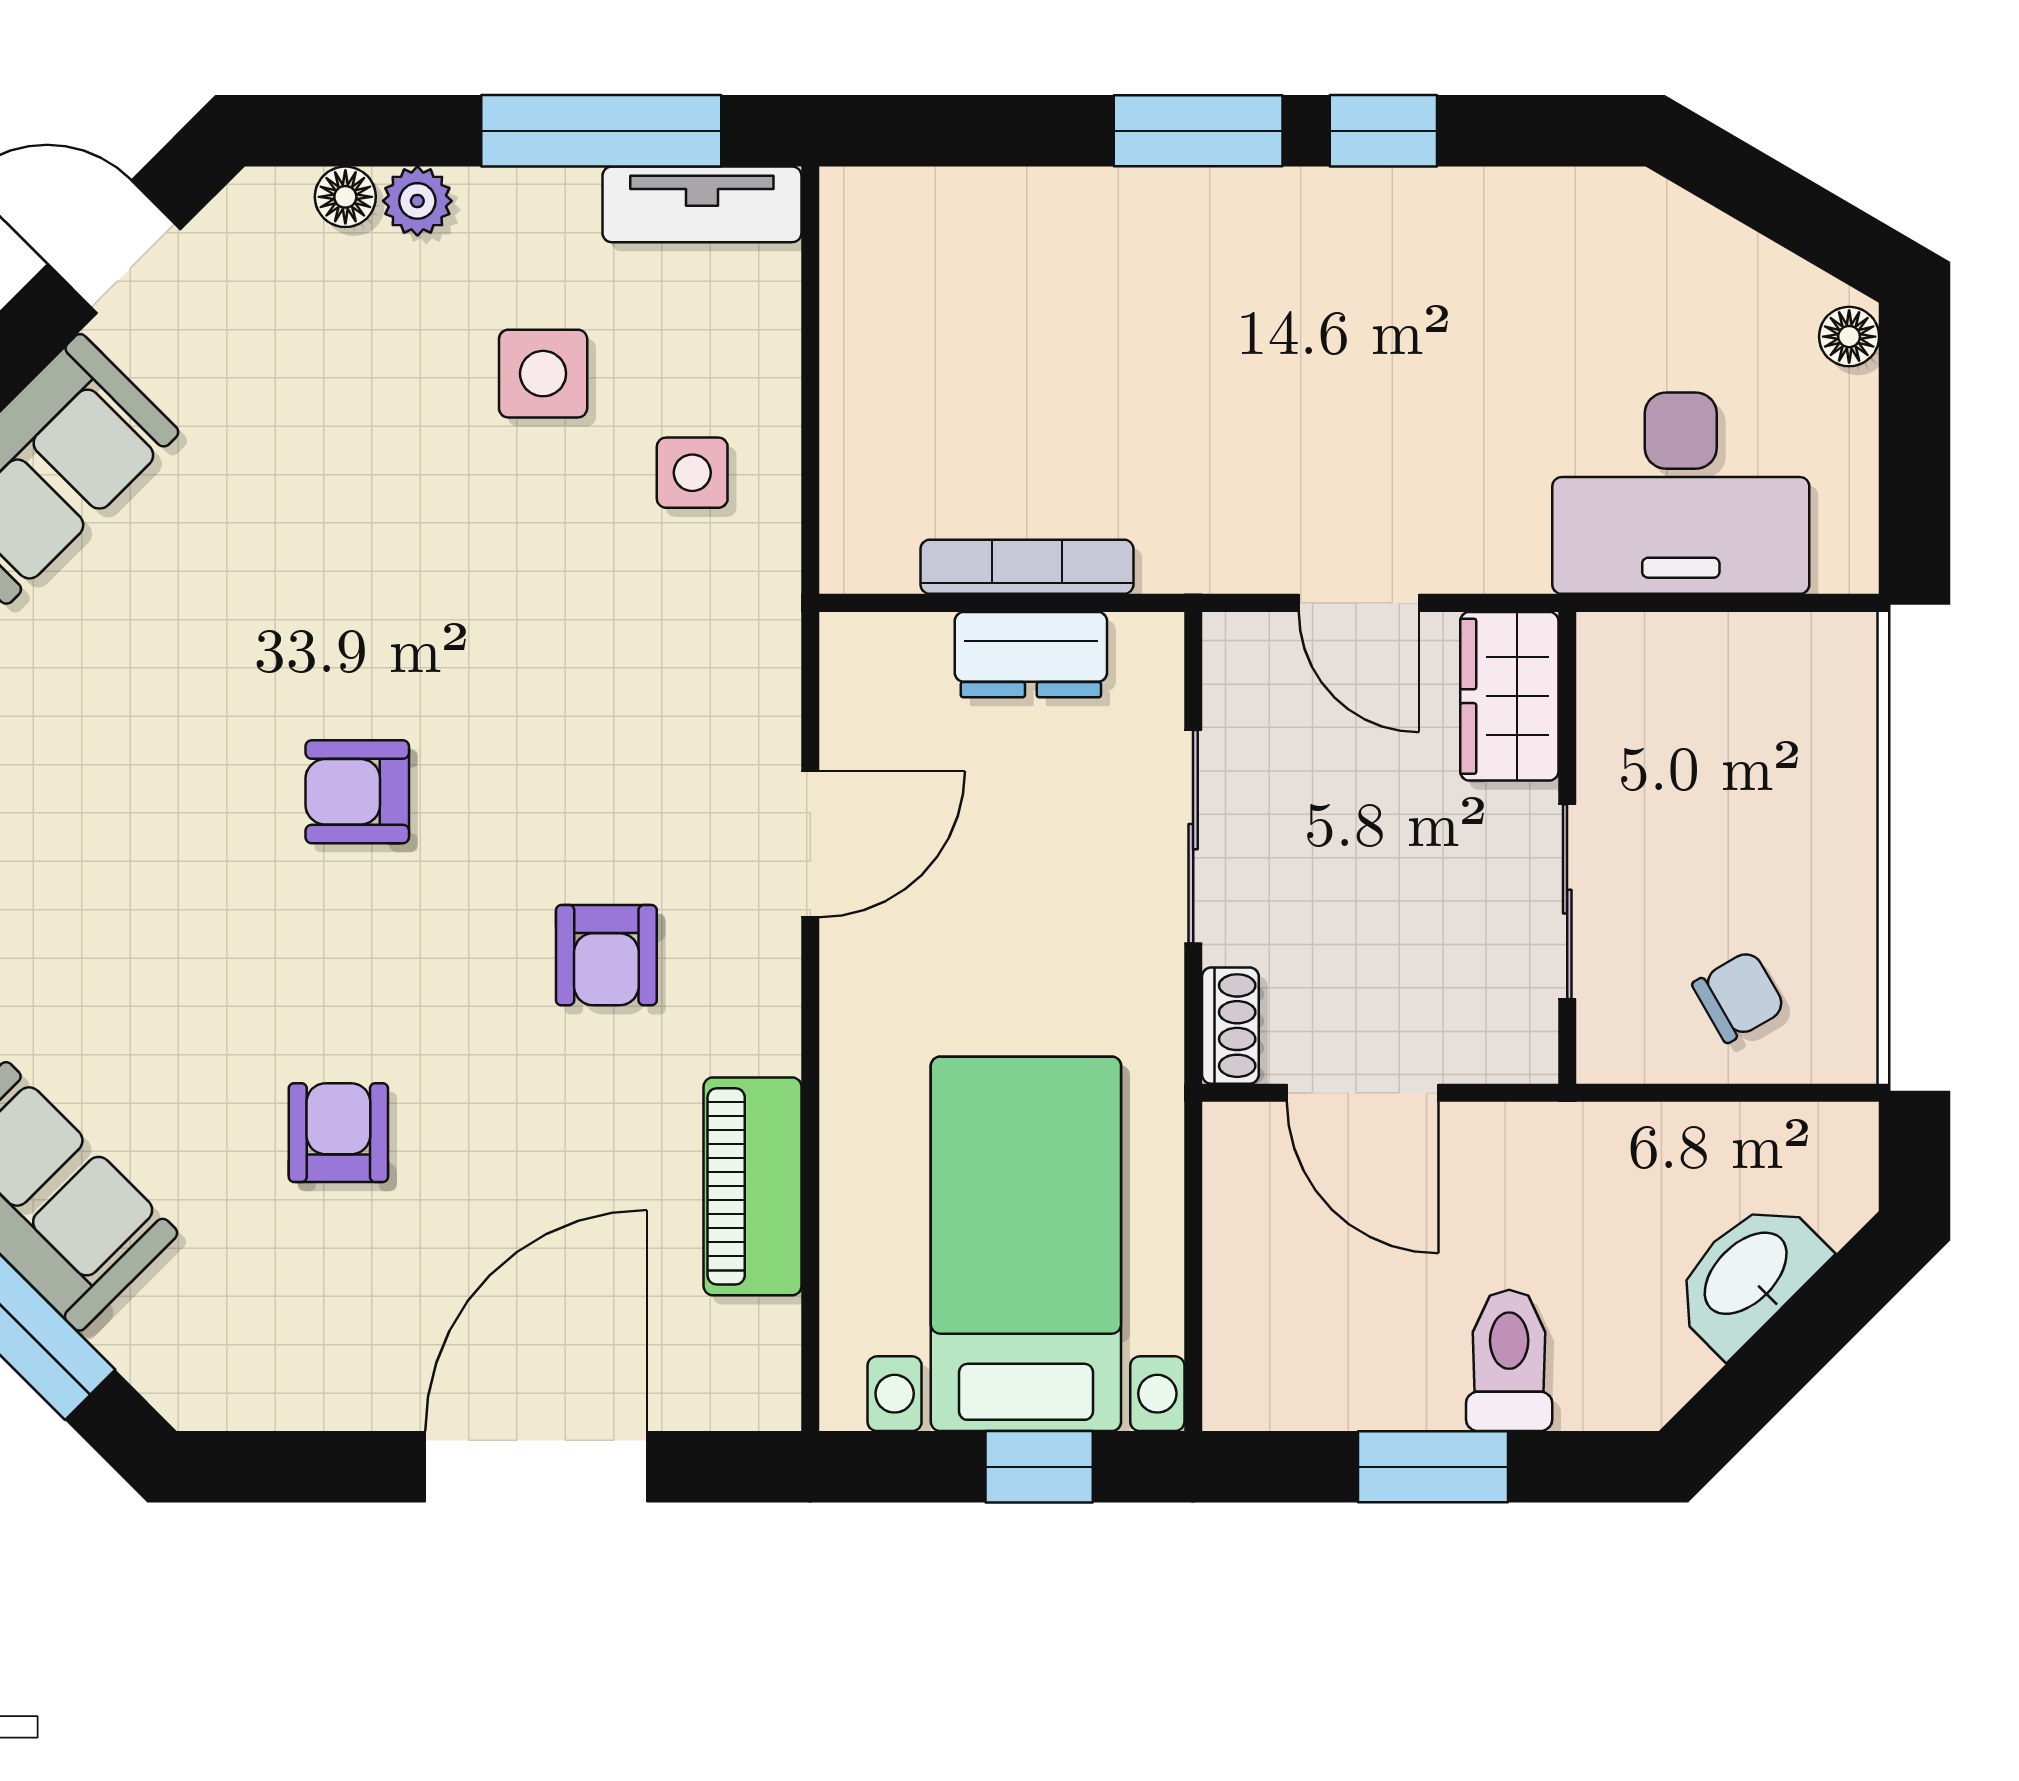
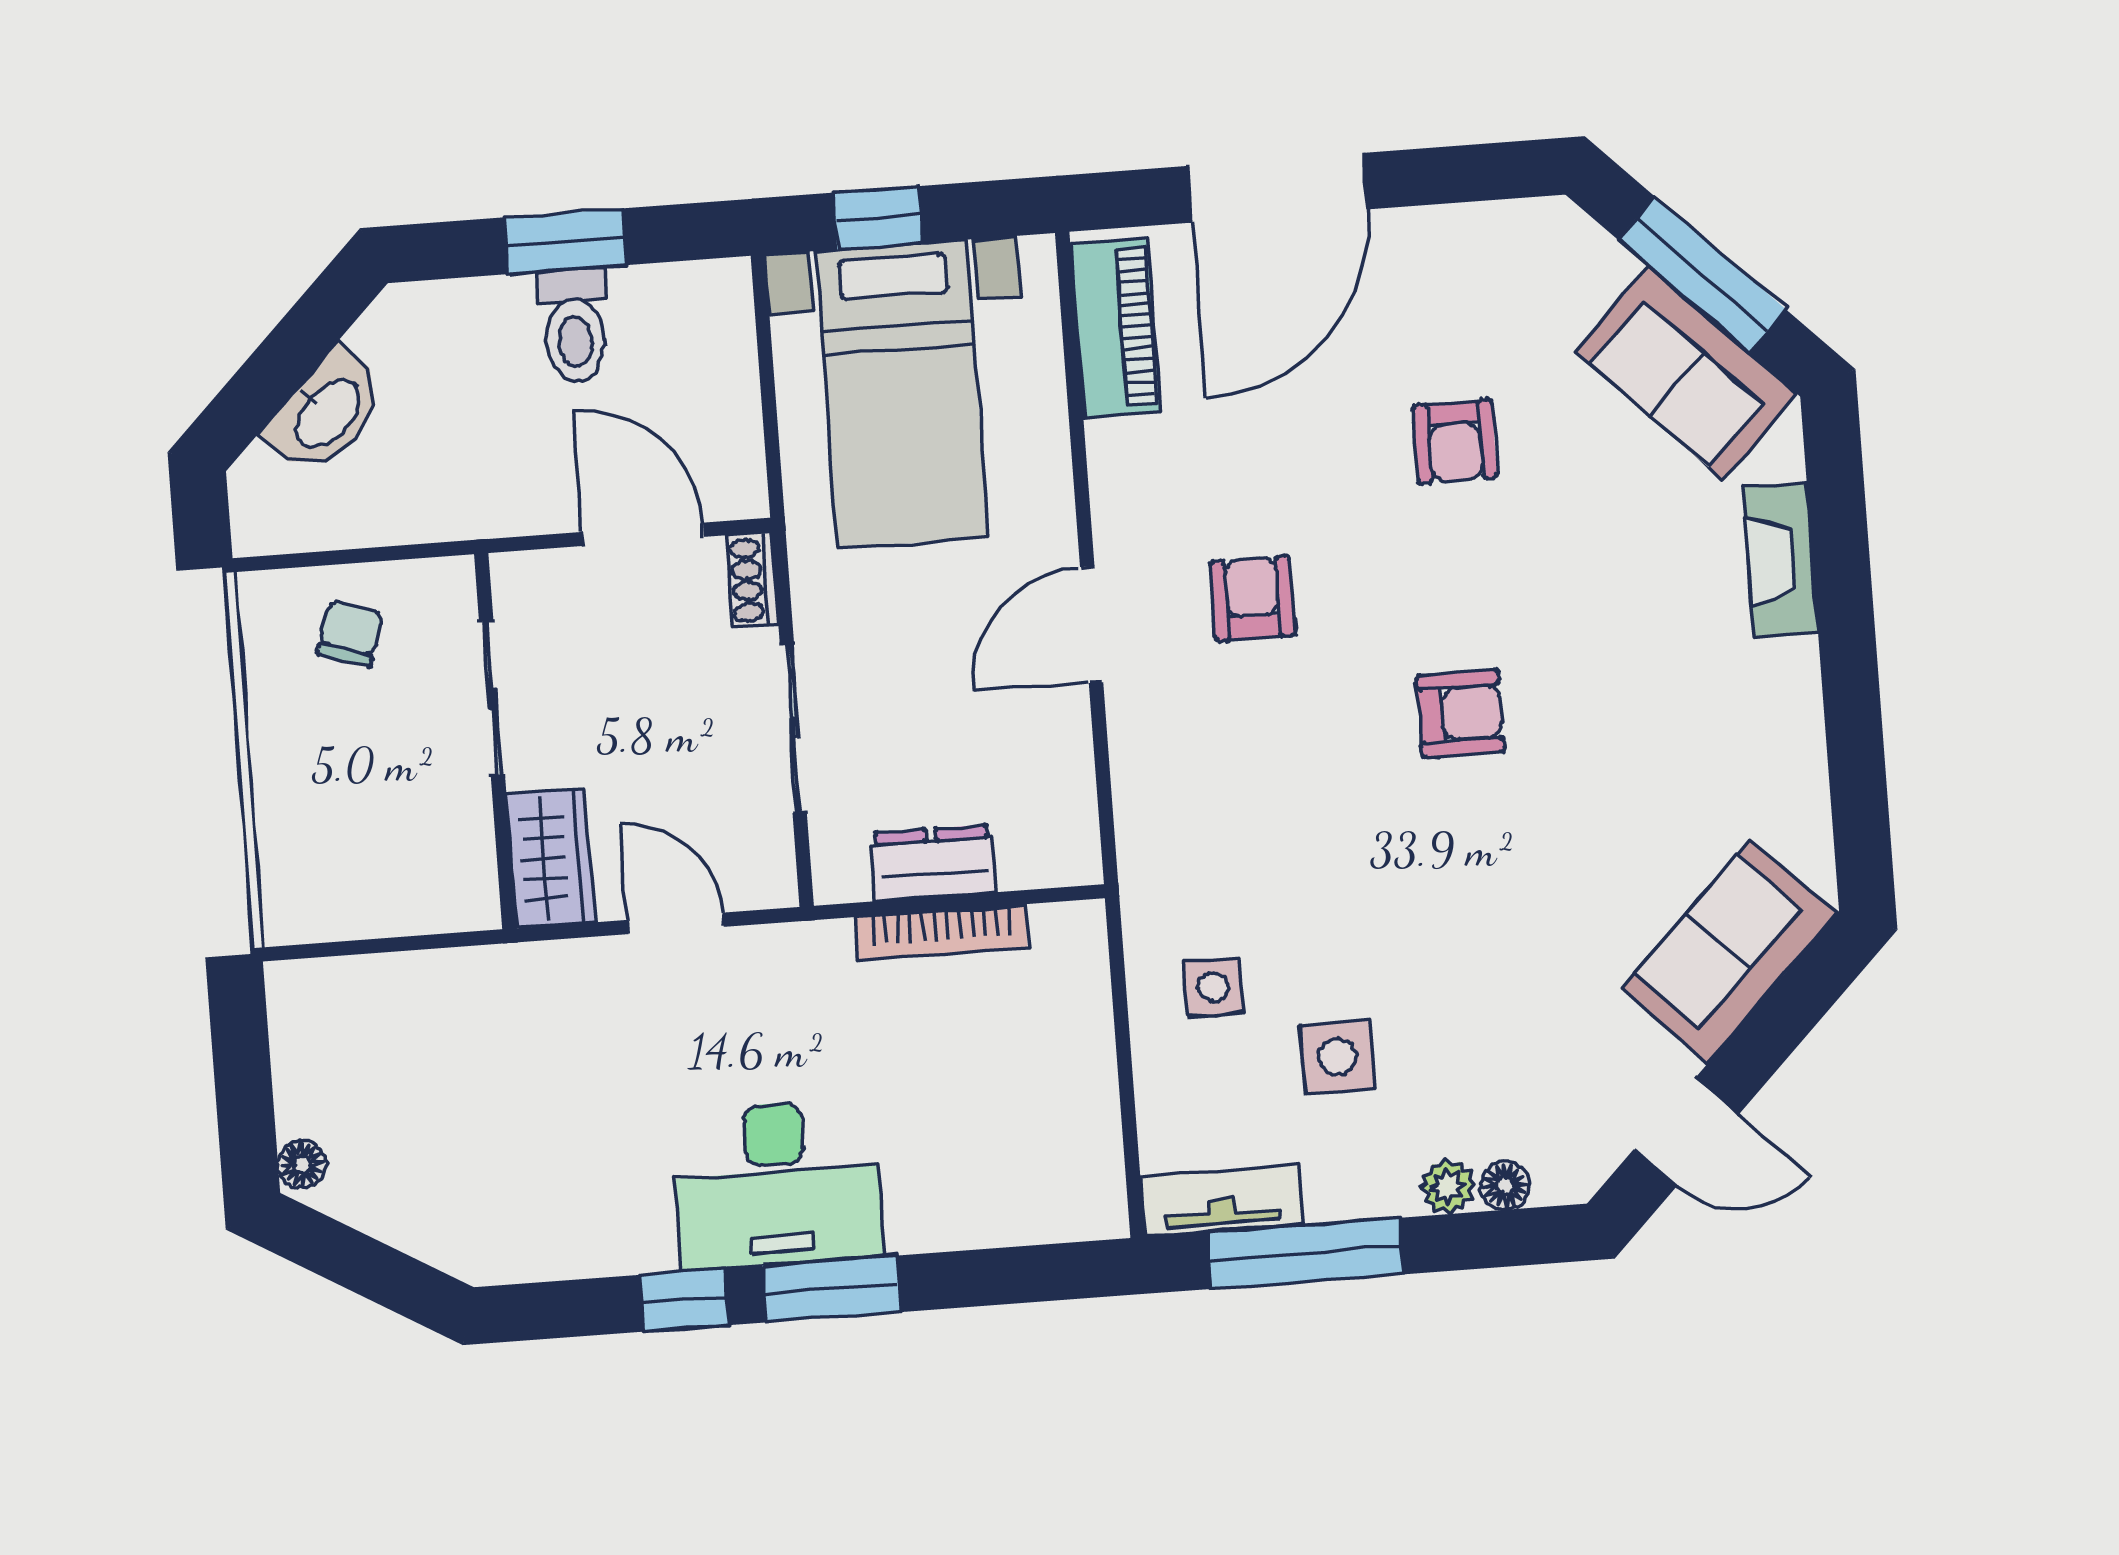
desk: (1681, 493) -> (777, 1184), moved, turned 180
door: (810, 844) -> (1092, 625), moved
chair: (1739, 996) -> (350, 633), turned 138
piano: (753, 1186) -> (1115, 328), moved
toilet: (1509, 1360) -> (575, 326), moved

